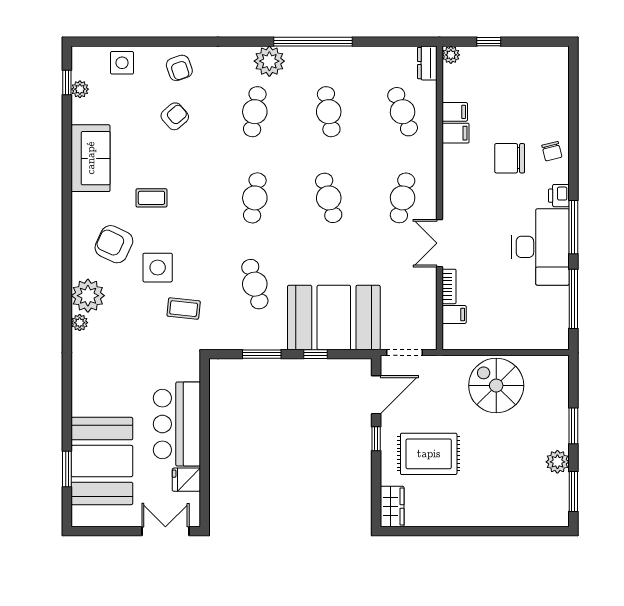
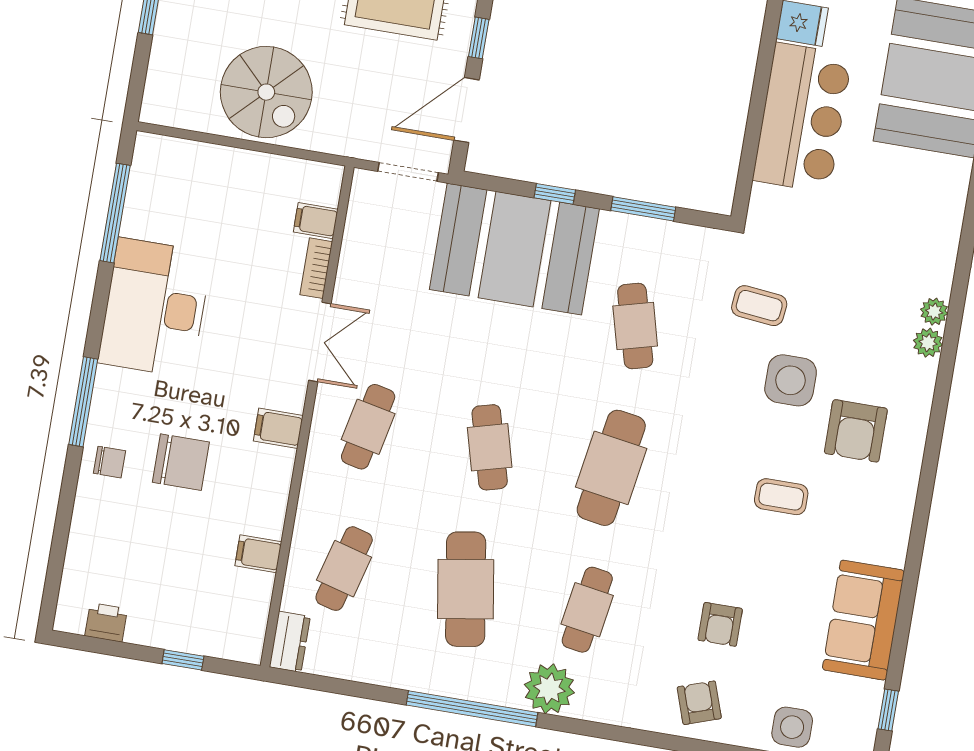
plant: (451, 55) -> (249, 649), removed
plant: (80, 89) -> (869, 695), removed
cafe table: (329, 112) -> (466, 589), width x1.37, depth x1.35
cafe table: (403, 112) -> (344, 569), turned 36
armchair: (175, 116) -> (720, 624), turned -49
filing cabinet: (456, 133) -> (278, 428), moved
chair: (552, 151) -> (109, 462), turned 104
sofa: (91, 158) -> (863, 620), moved
printer: (559, 196) -> (106, 622), moved, turned -90
cafe table: (255, 198) -> (611, 468), width x1.37, depth x1.35
window: (573, 227) -> (83, 402), moved
armchair: (114, 244) -> (856, 431), turned 65
plant: (88, 296) -> (928, 343), width x0.53, depth x0.53

